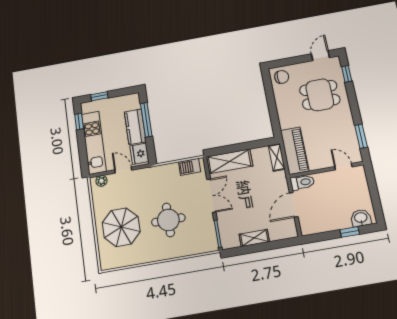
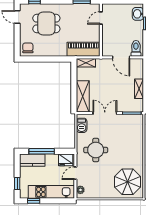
dining table: (320, 95) -> (46, 24), turned 90
kitchen counter: (135, 127) -> (32, 160), moved
toilet: (302, 182) -> (136, 48), moved
round table: (168, 220) -> (96, 150), moved
parasol: (121, 227) -> (128, 182), moved

